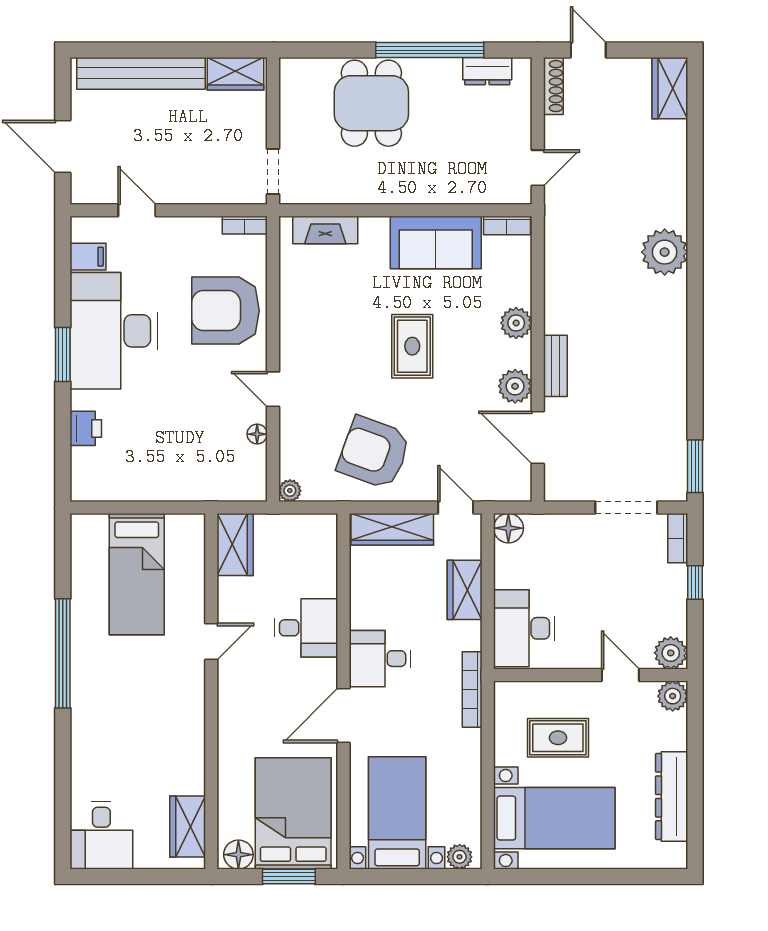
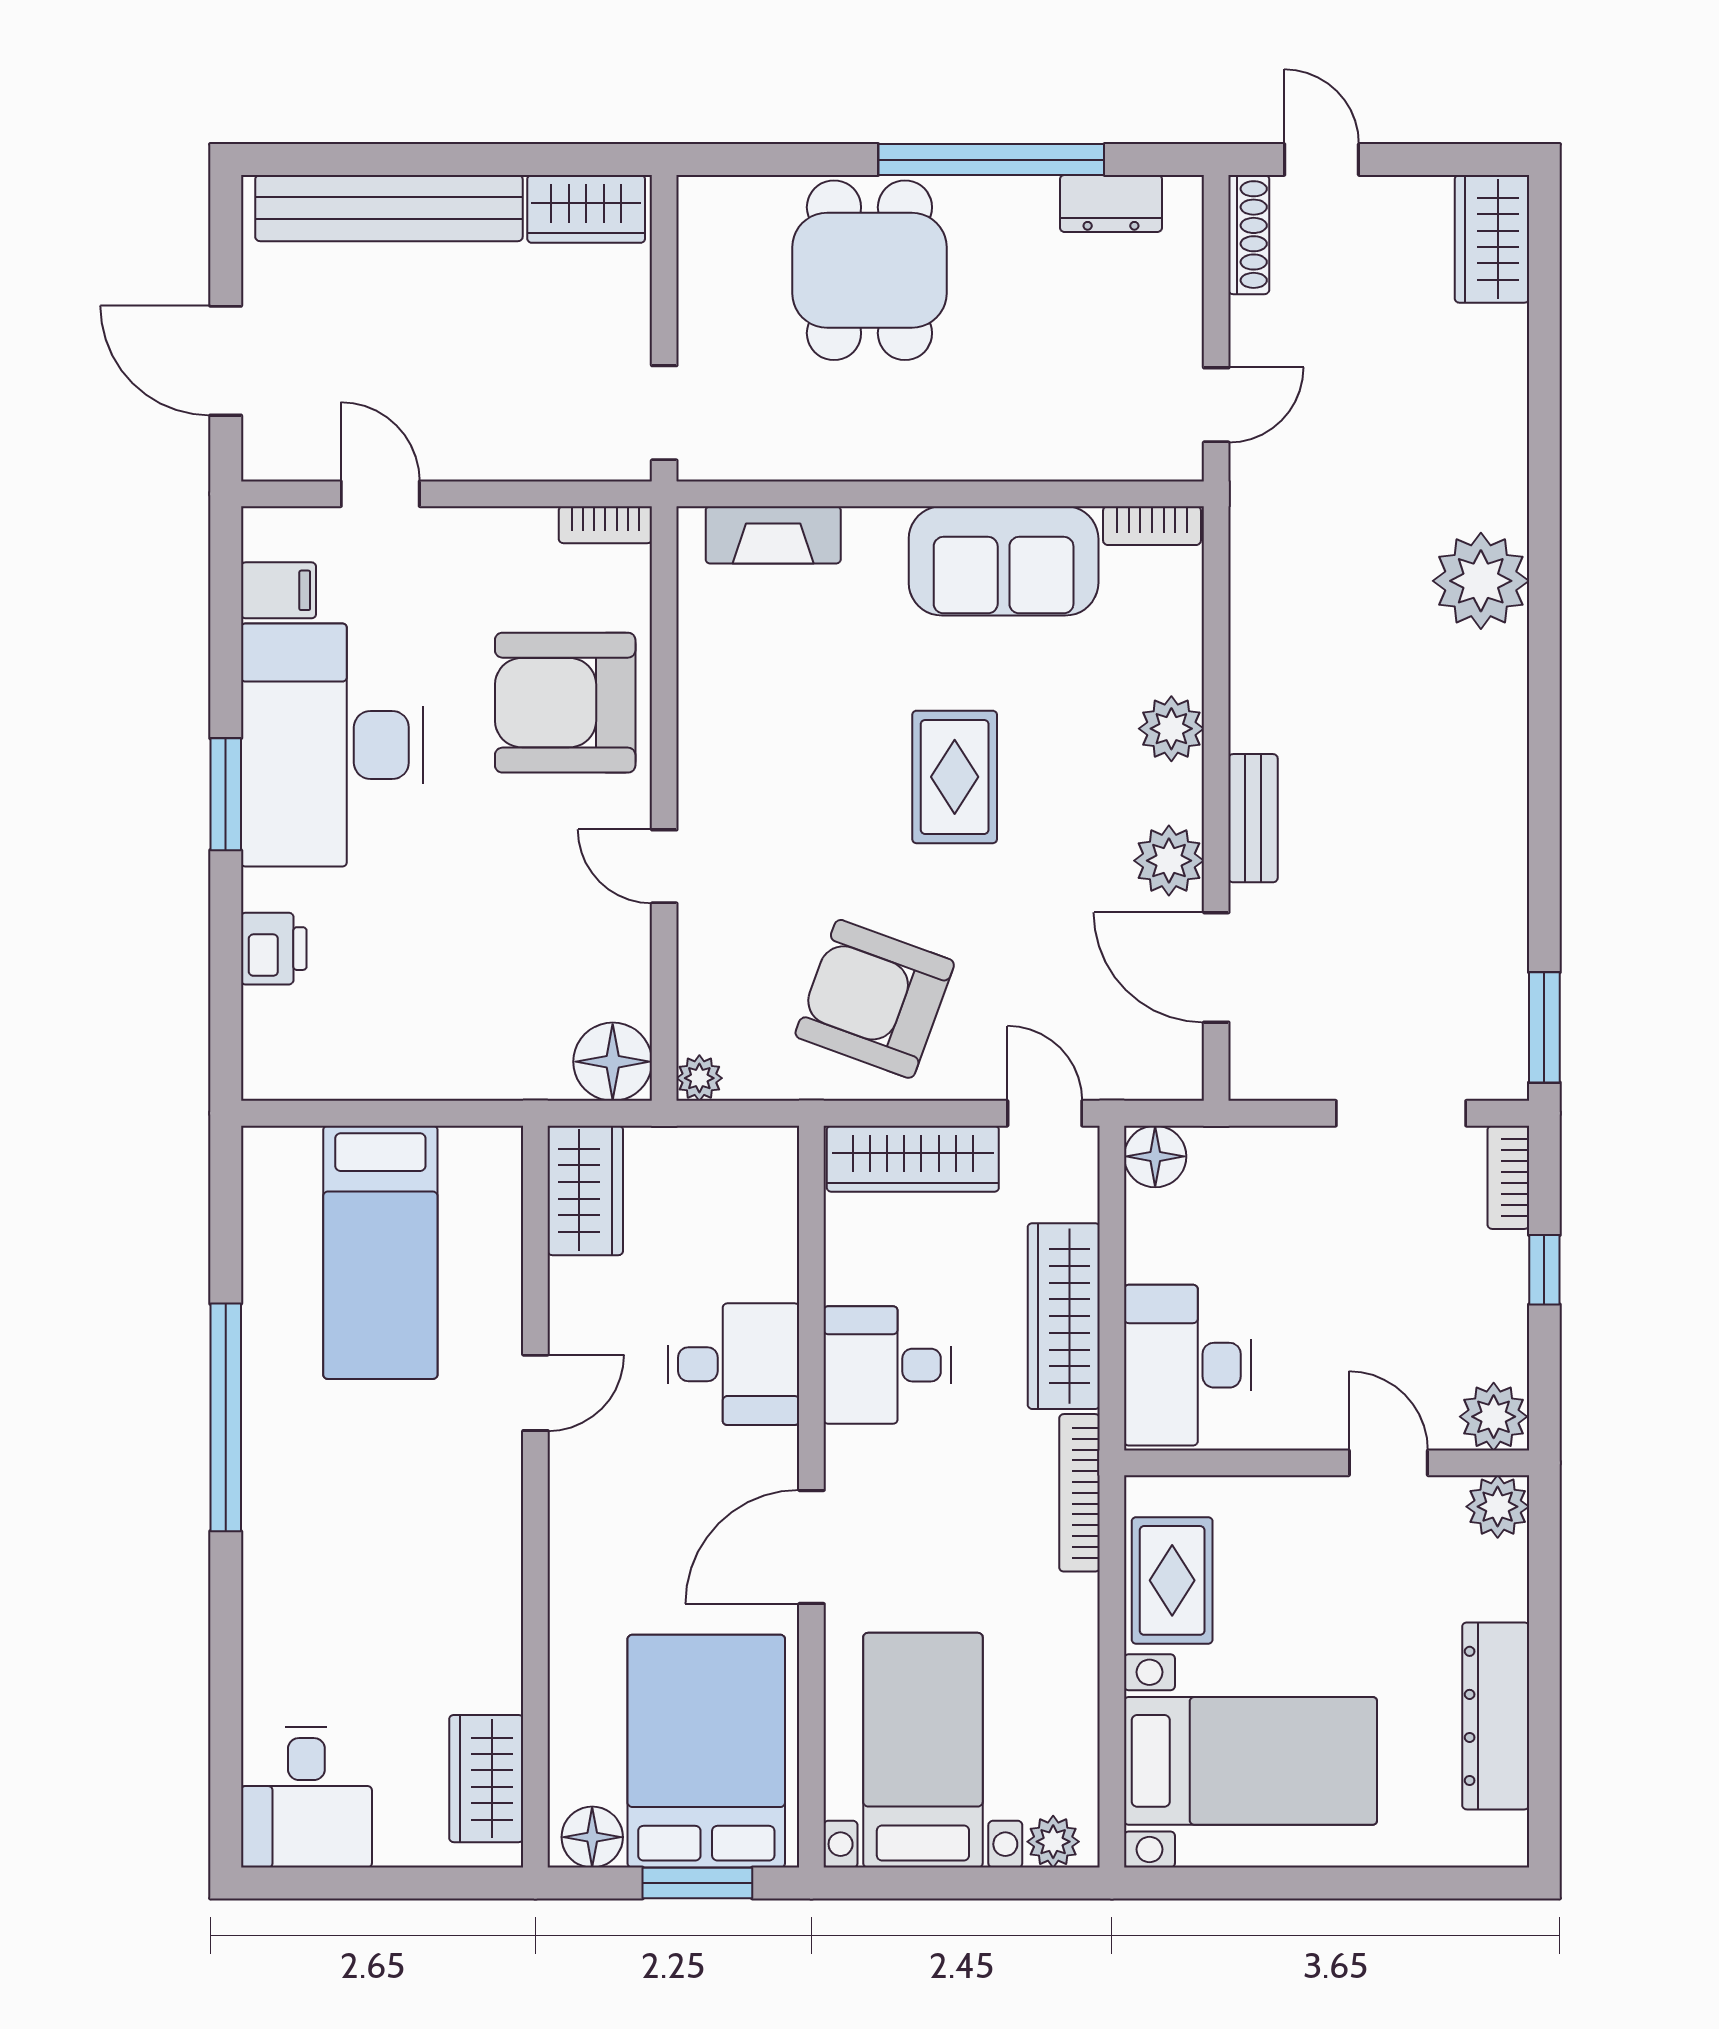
floor lamp: (257, 434) -> (613, 1062), moved, width x1.89, depth x1.89
wardrobe: (465, 590) -> (1064, 1316), width x1.50
desk: (380, 659) -> (887, 1365), moved
rug: (558, 738) -> (1172, 1580), moved, turned 90

